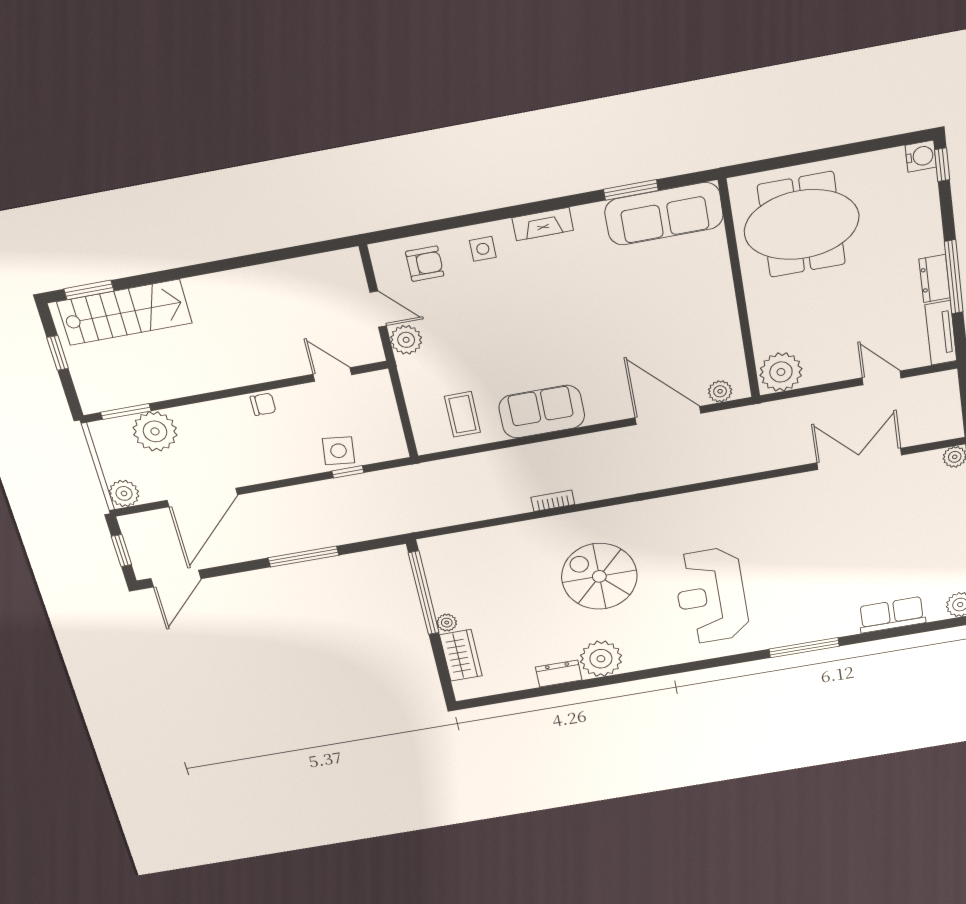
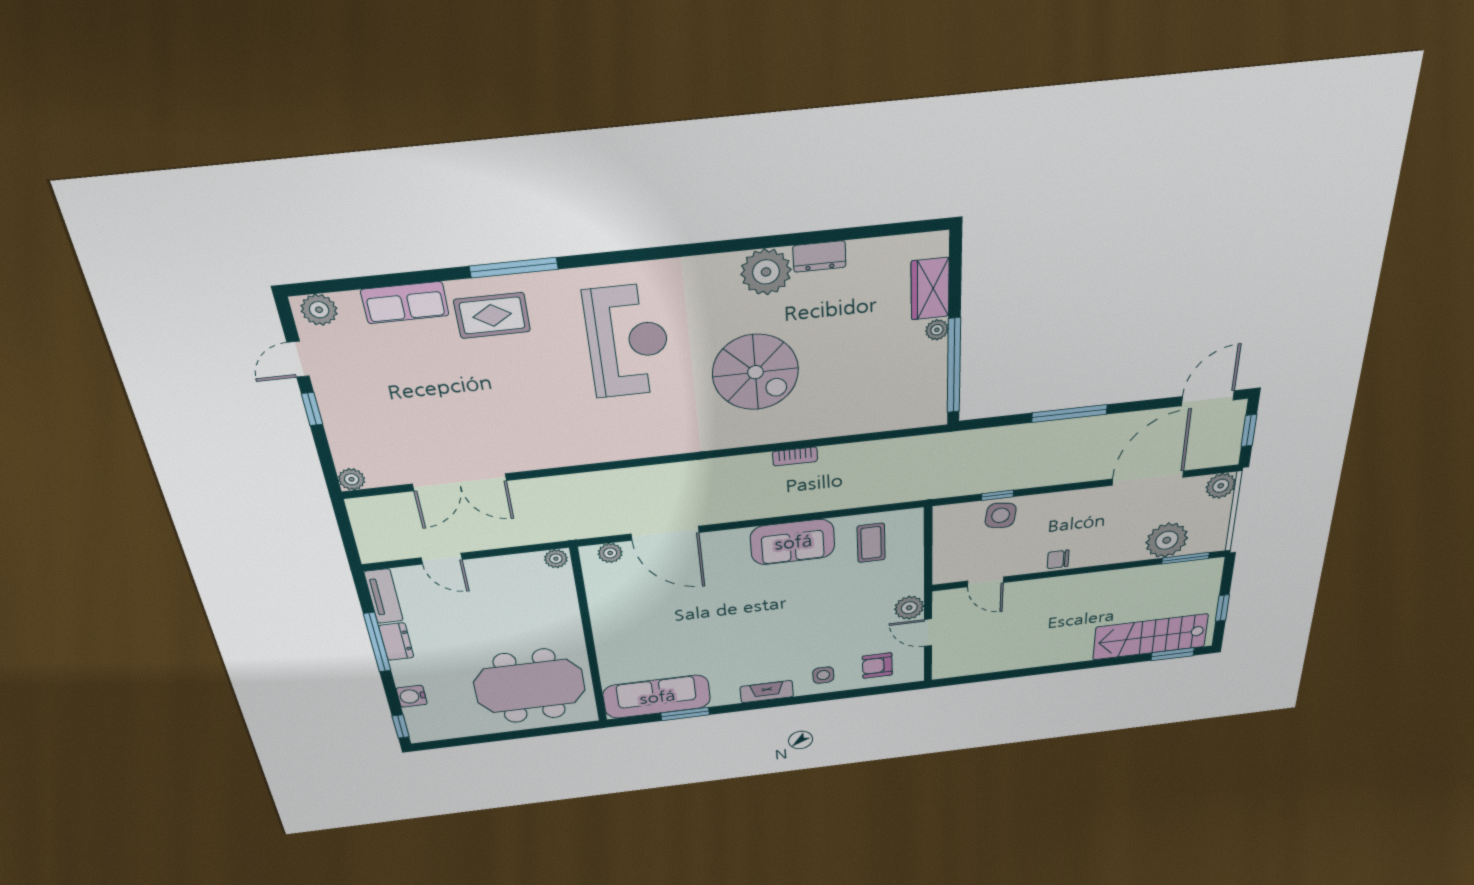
water cooler: (921, 156) -> (412, 696), moved
plant: (781, 372) -> (556, 559), width x0.53, depth x0.53
rug: (823, 609) -> (492, 315), added

